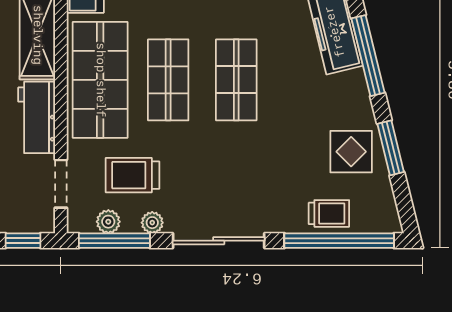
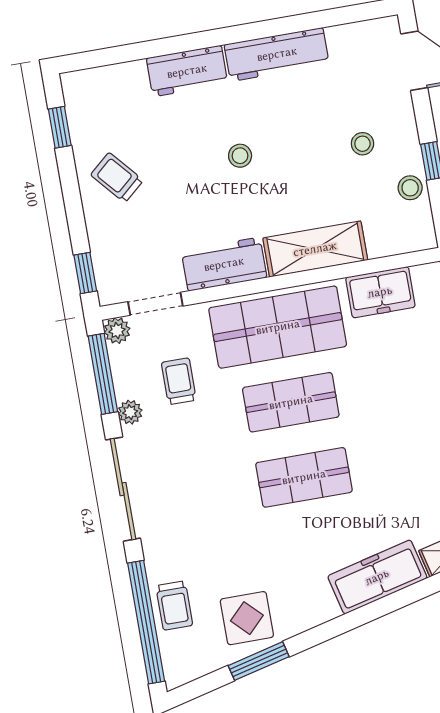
window: (368, 56) -> (356, 618), removed
trolley: (133, 175) -> (179, 381), width x0.73, depth x0.72
plant: (108, 222) -> (117, 331), moved

